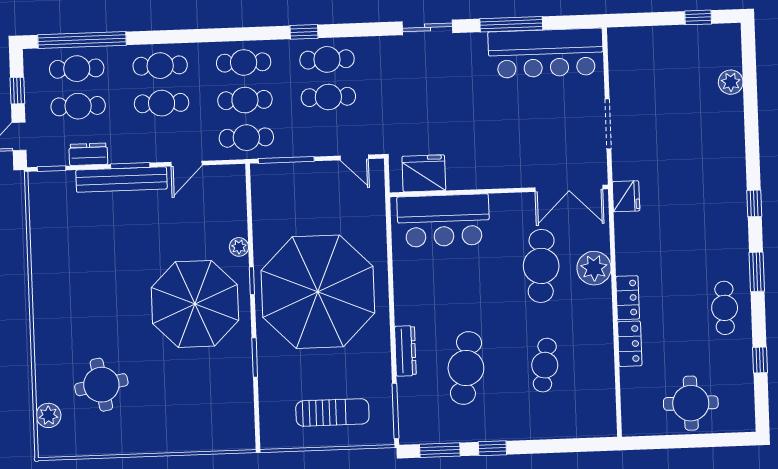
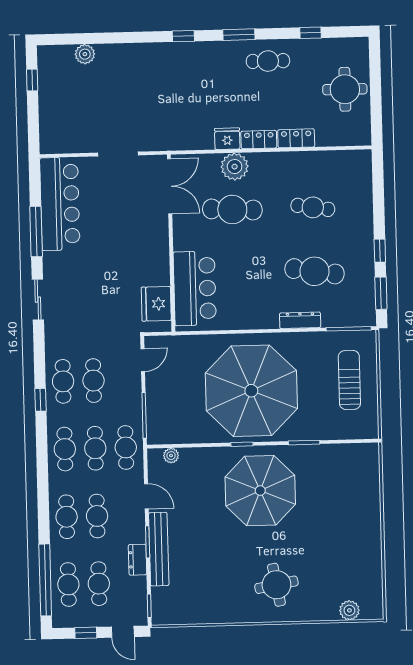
dresser: (88, 154) -> (137, 560), moved
fridge: (626, 196) -> (227, 139), moved
plant: (239, 247) -> (171, 456), moved
round table: (101, 385) -> (276, 585), moved

